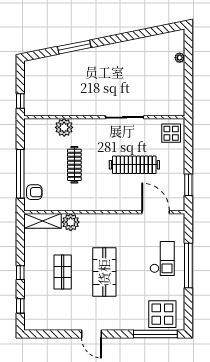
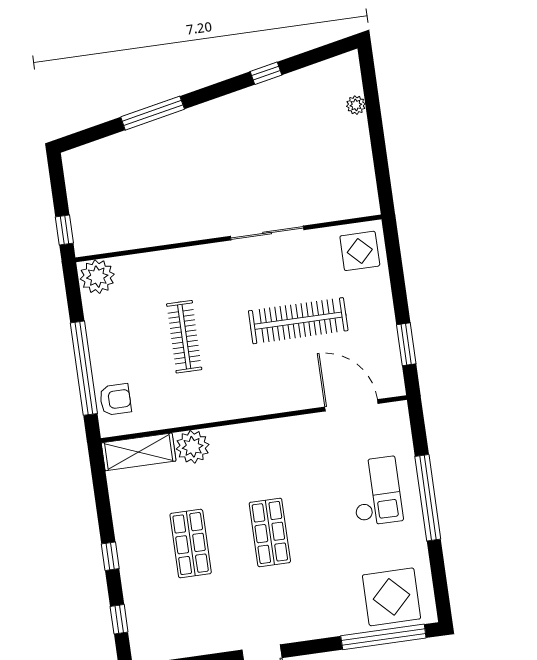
window: (136, 35) -> (266, 73), added
plant: (64, 127) -> (97, 277), moved
shop shelf: (104, 272) -> (270, 532), width x0.70, depth x0.74

